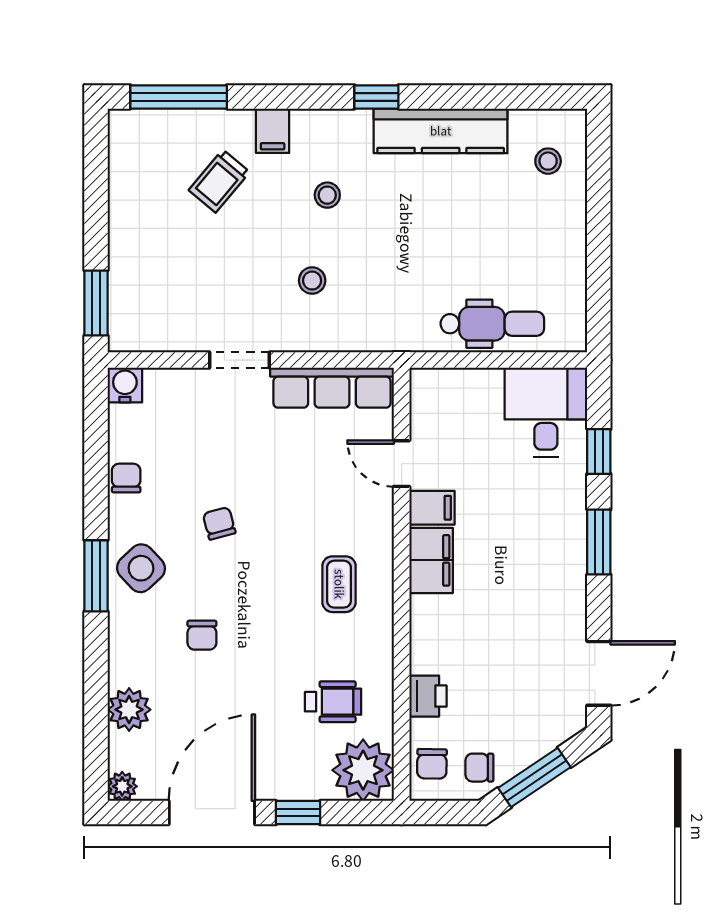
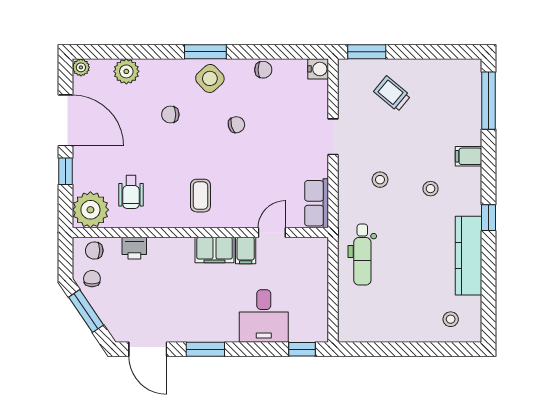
trolley: (219, 181) -> (392, 94), moved
dental chair: (492, 324) -> (362, 255), moved
row of seats: (332, 388) -> (317, 203), width x0.68
desk: (546, 412) -> (264, 316), moved, turned 90
window: (599, 451) -> (302, 349), moved
window: (599, 542) -> (205, 349), moved
coffee table: (339, 584) -> (200, 196), turned 90

